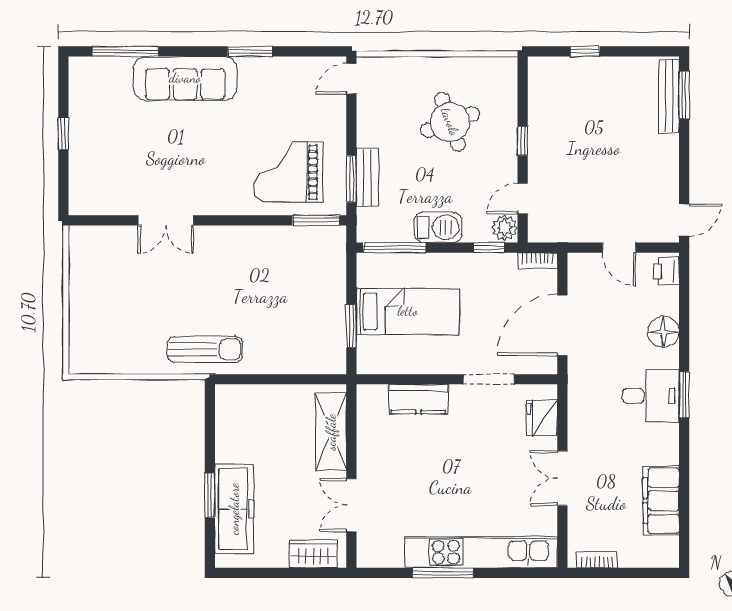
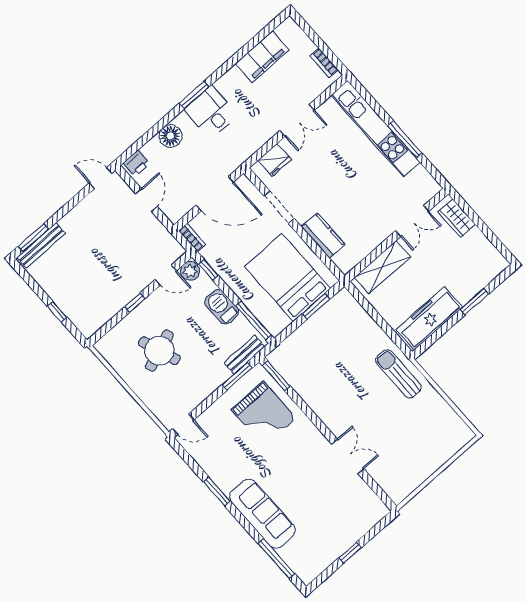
bench: (367, 178) -> (244, 355), moved
bed: (408, 311) -> (288, 277), width x1.50
freezer: (234, 509) -> (429, 318), moved

